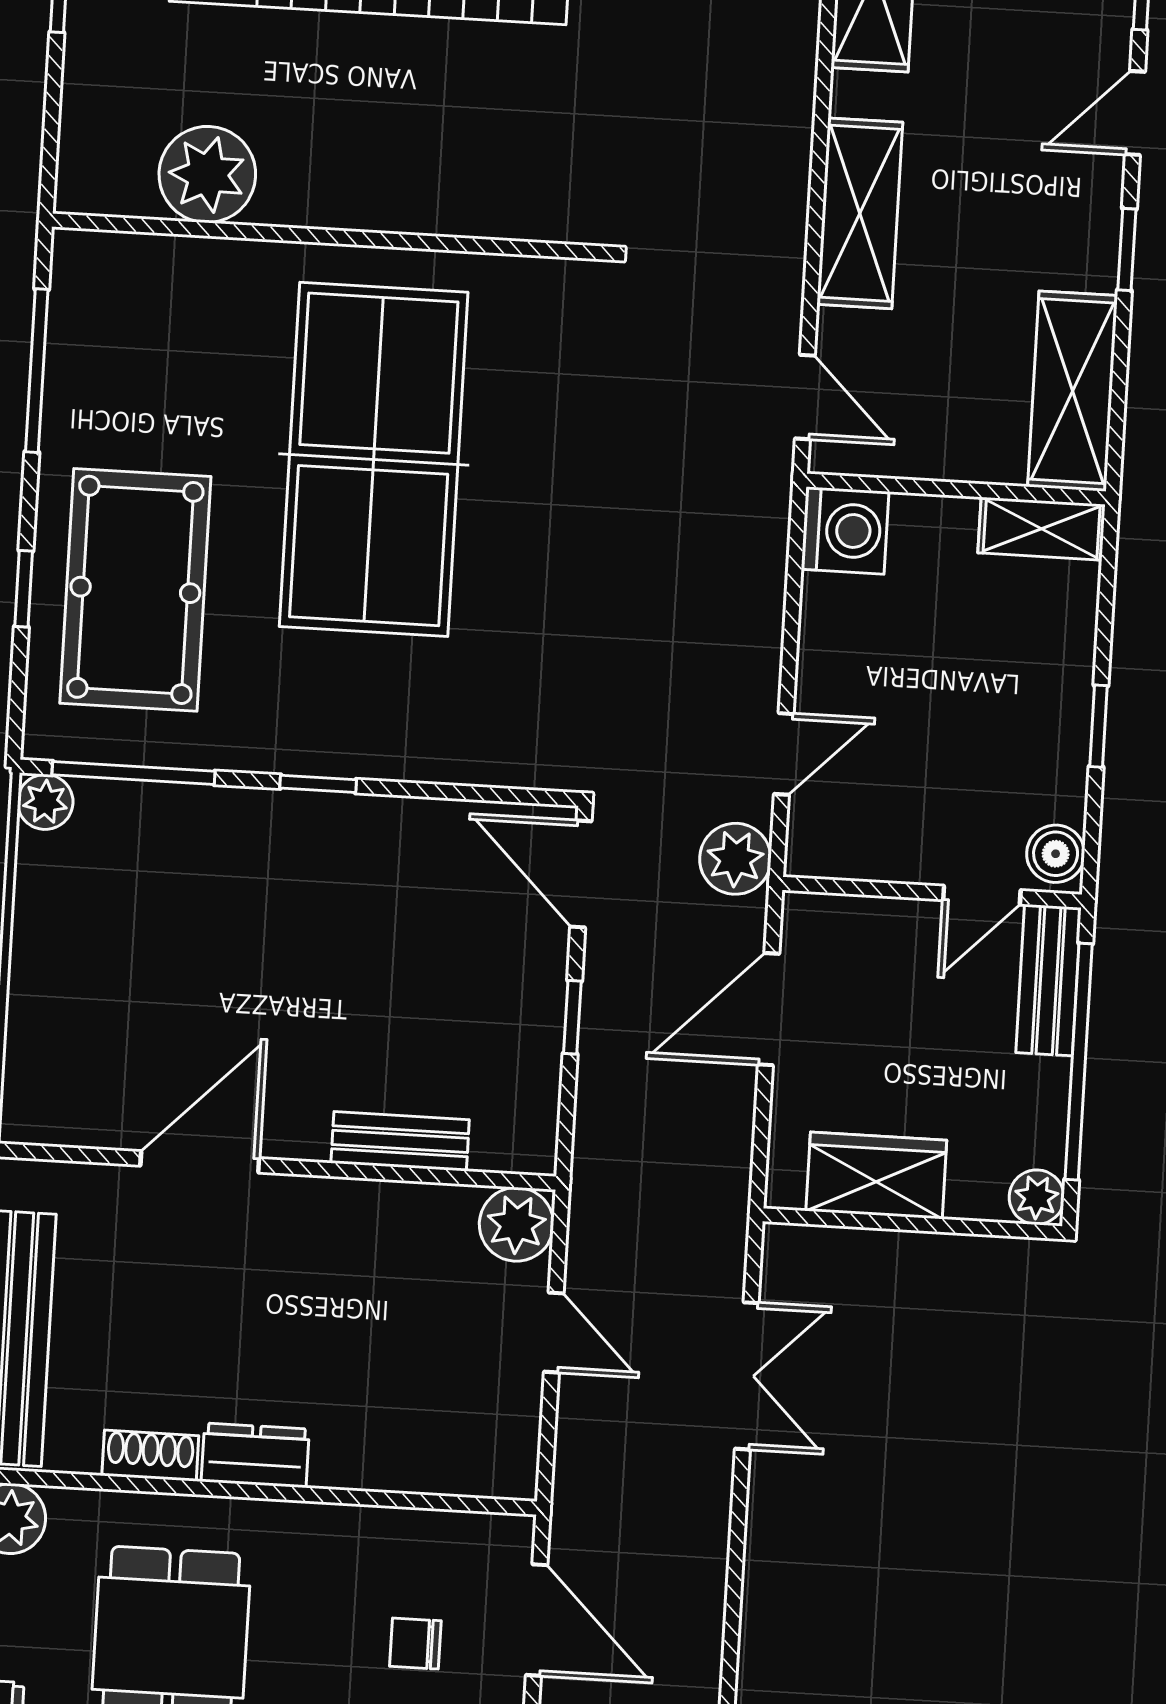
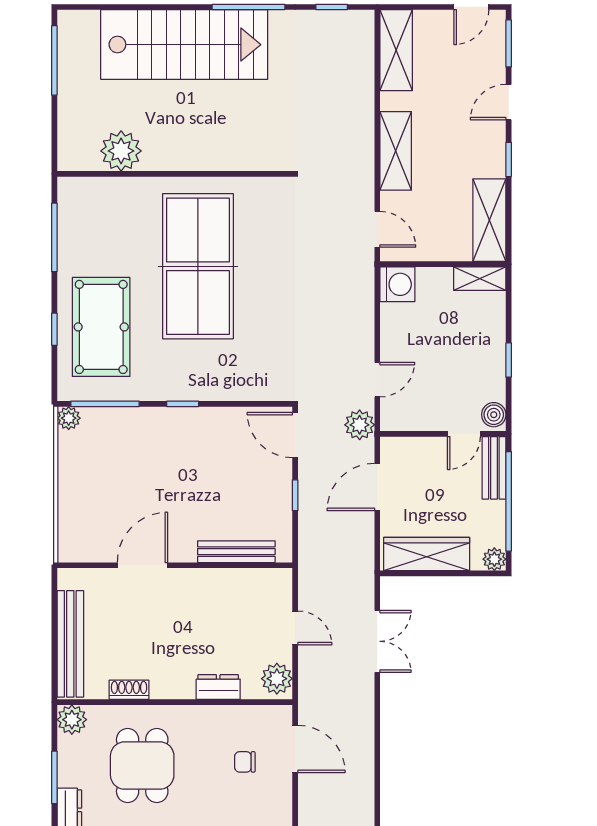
bench: (400, 1141) -> (236, 552), width x1.36
wardrobe: (876, 1175) -> (427, 554), width x1.50
plant: (516, 1224) -> (277, 679), moved
dresser: (255, 1455) -> (218, 687), moved

